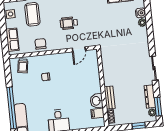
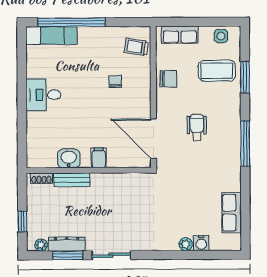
door: (79, 49) -> (154, 139), width x1.87
window: (158, 107) -> (68, 255), moved
filing cabinet: (98, 113) -> (99, 158), moved

